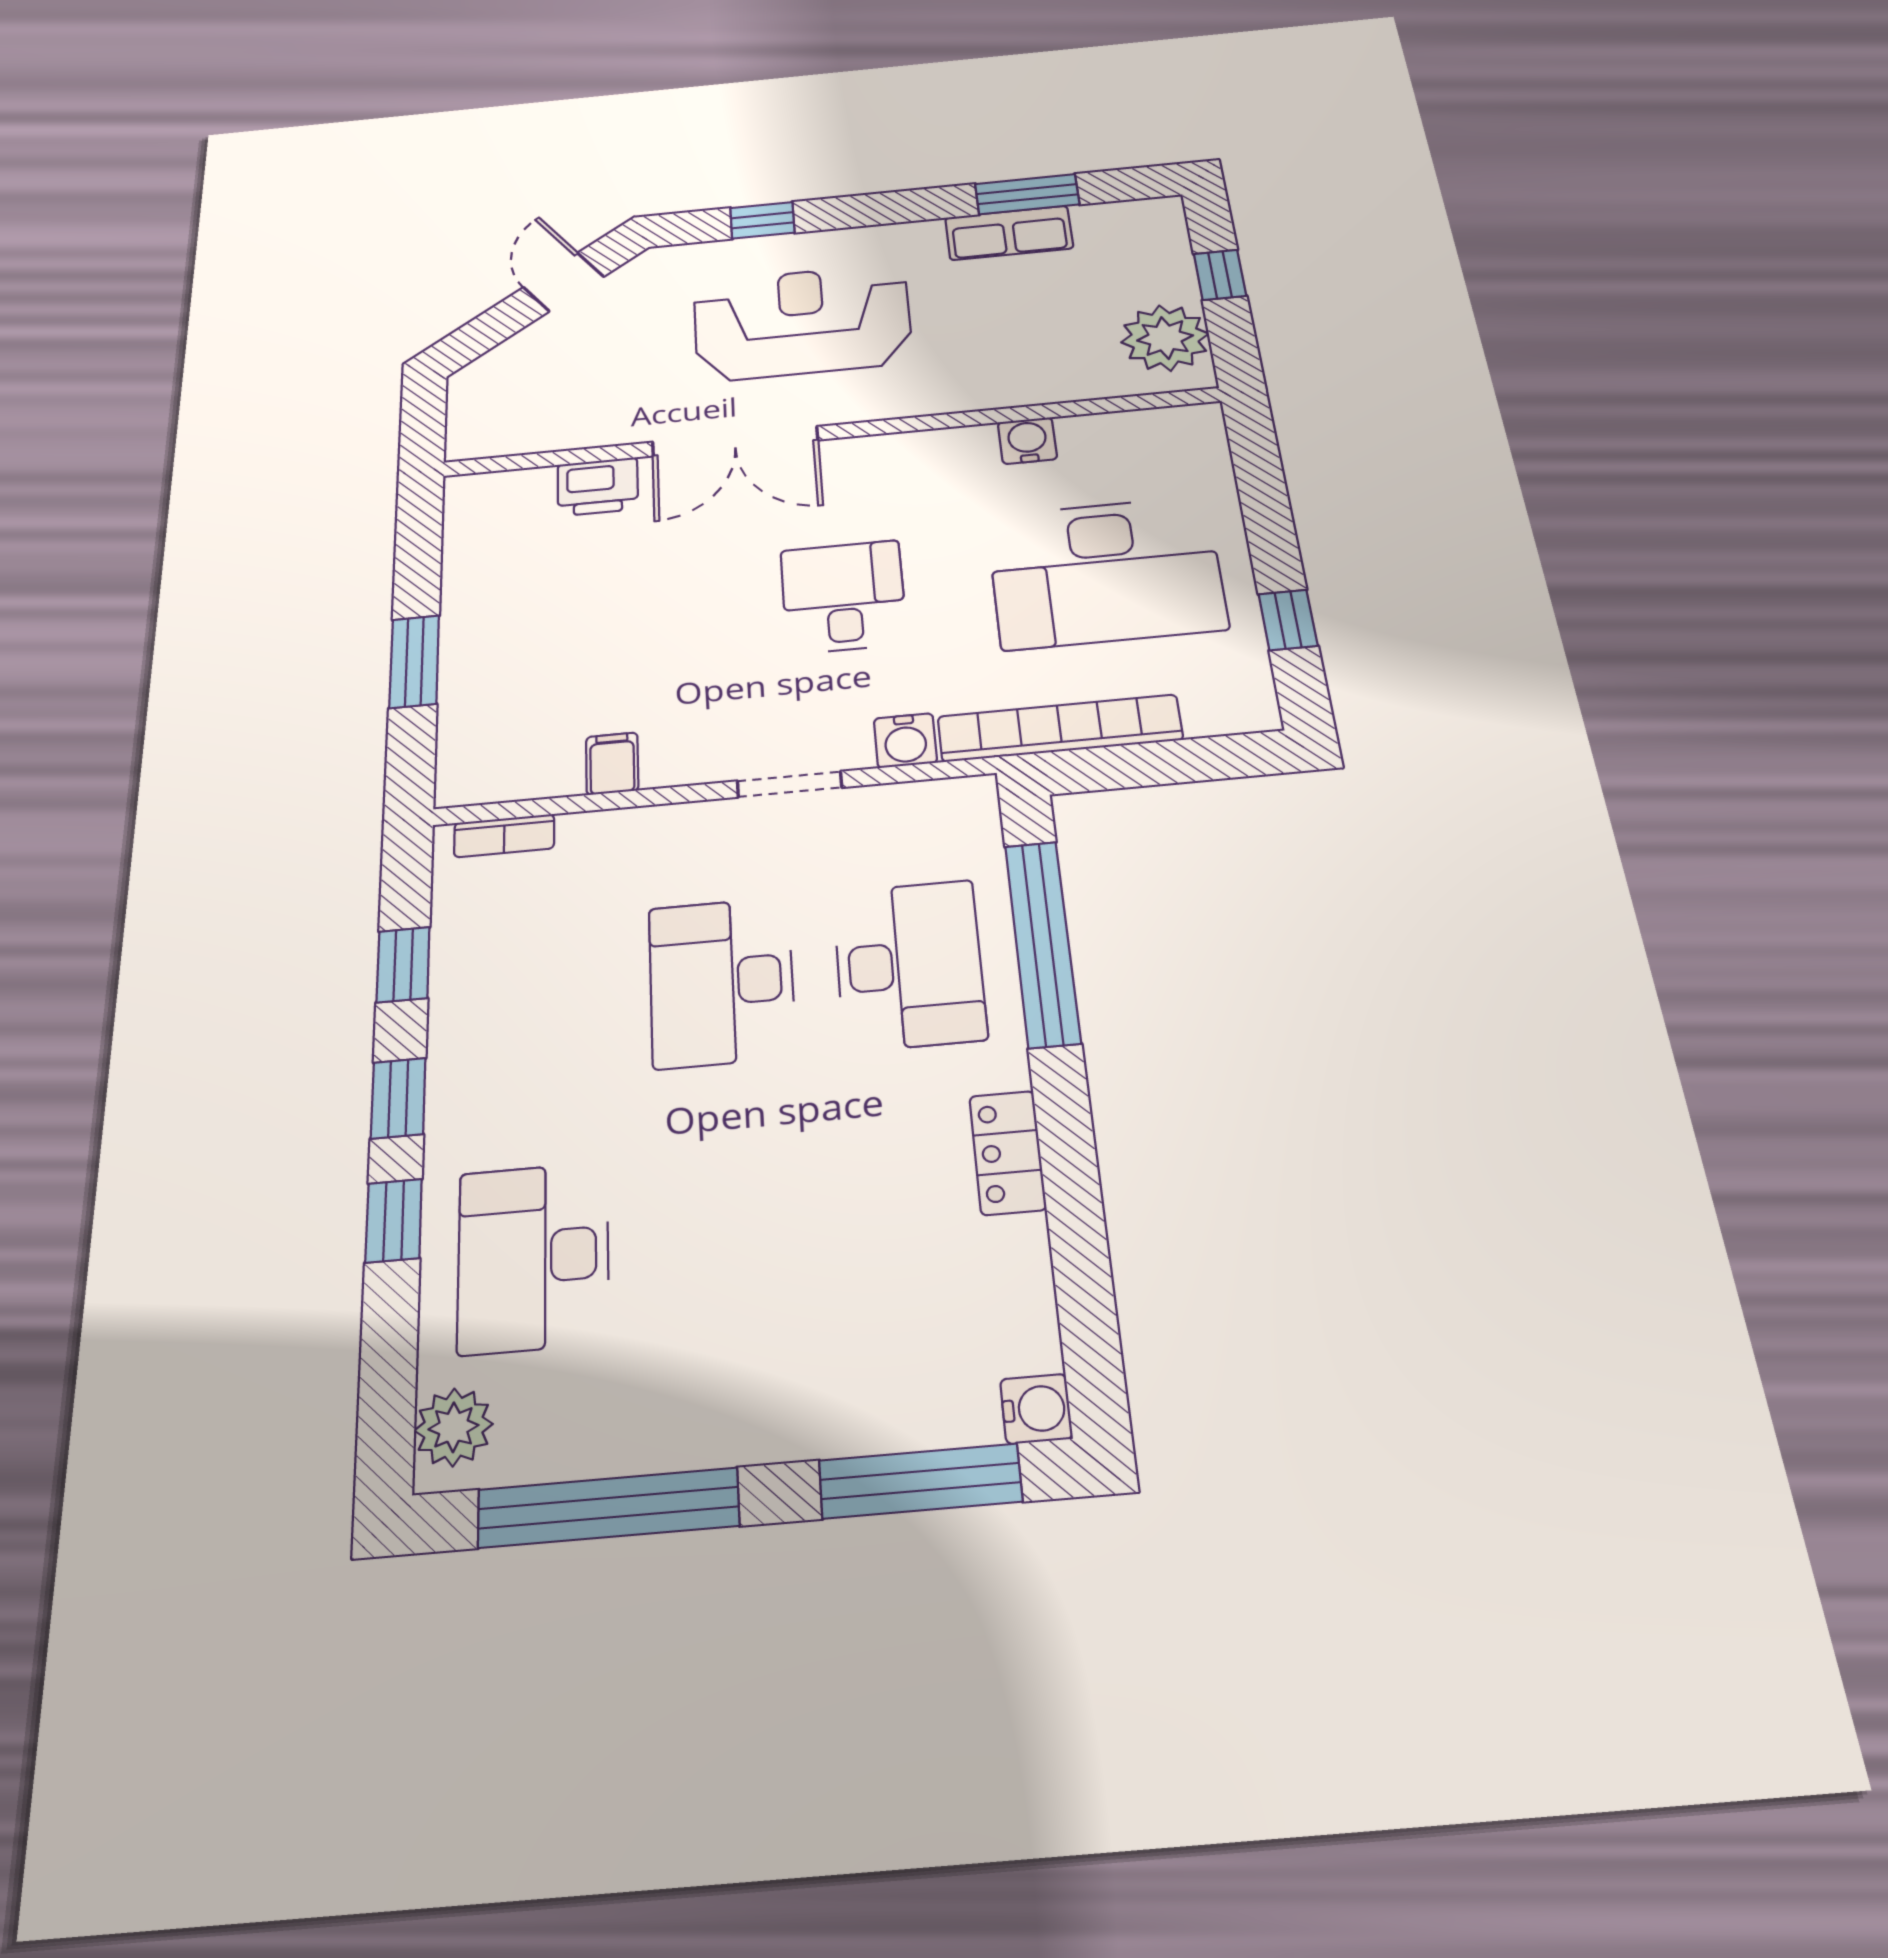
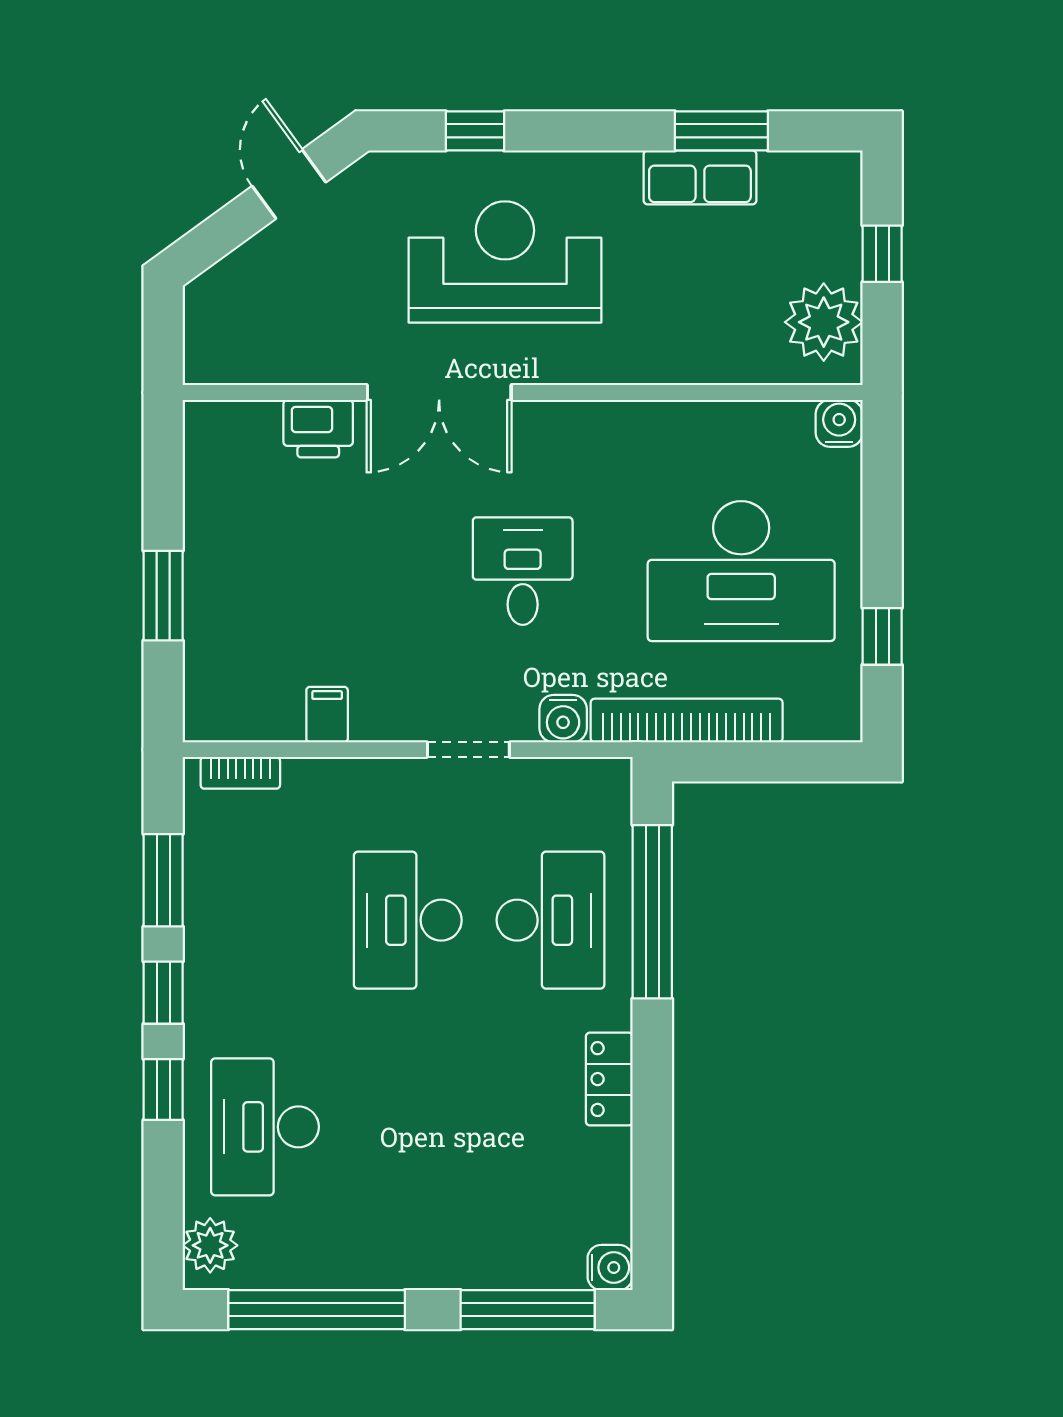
water cooler: (1027, 441) -> (839, 423), moved
window: (403, 965) -> (163, 880), width x1.50

